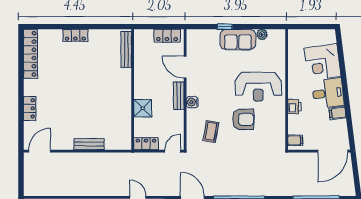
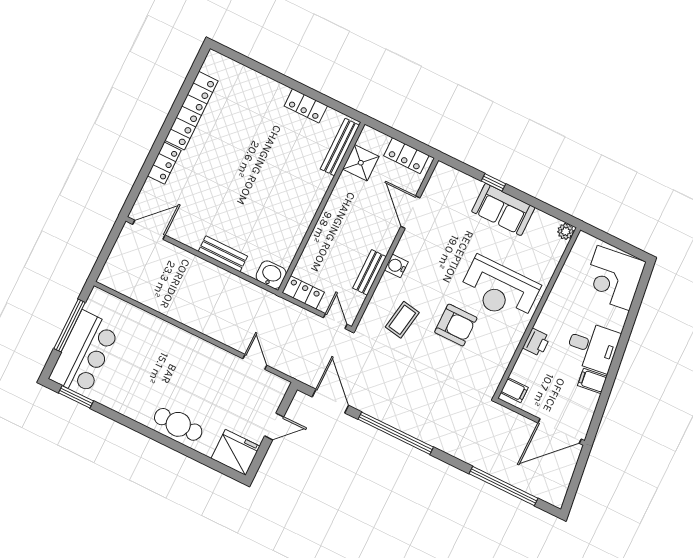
plant: (262, 34) -> (566, 231), moved
locker: (75, 35) -> (306, 106), moved
locker: (31, 54) -> (191, 111), moved
corner desk: (323, 62) -> (613, 278), moved
bench: (179, 96) -> (370, 272), moved
shower: (143, 108) -> (361, 163), moved
washbasin: (123, 142) -> (271, 275), added
door: (173, 151) -> (335, 321), hinge flipped

